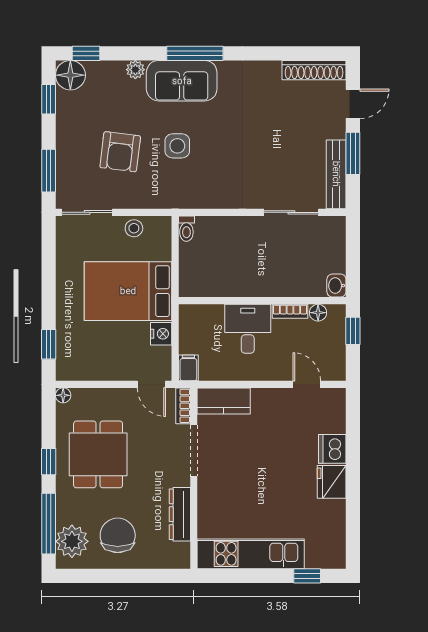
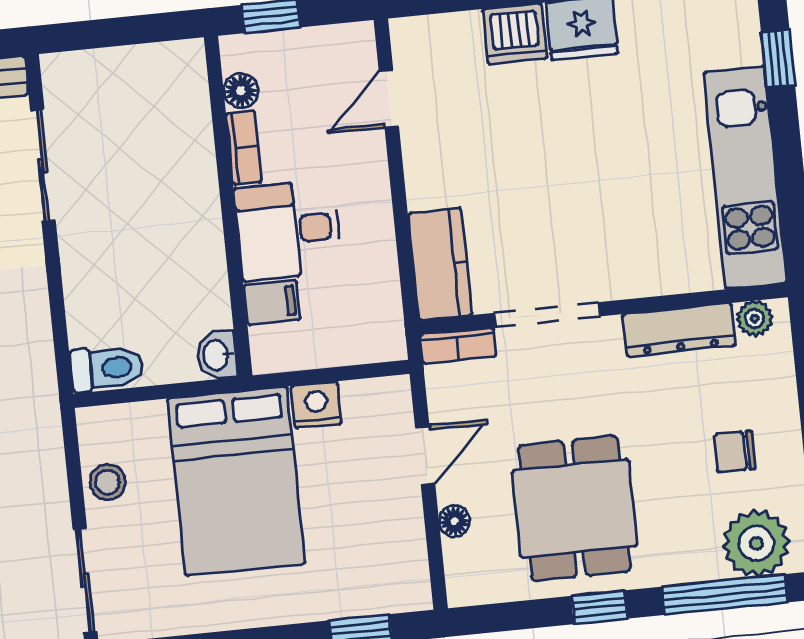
toilet: (186, 229) -> (107, 368), width x1.37, depth x1.39
washbasin: (336, 286) -> (217, 355), moved, turned 90
filing cabinet: (188, 368) -> (272, 302), moved, turned 180
door: (151, 384) -> (425, 456), moved
floor lamp: (63, 395) -> (454, 521), moved
dining table: (98, 454) -> (574, 508), turned 90
chair: (118, 535) -> (735, 452), width x0.54, depth x0.54
plant: (182, 552) -> (755, 318), added

